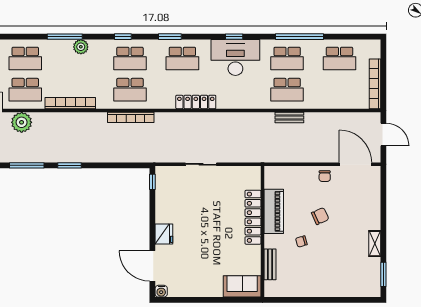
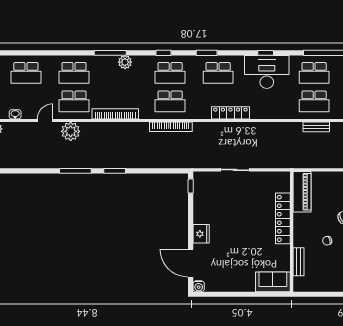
piano: (274, 211) -> (302, 192), moved

